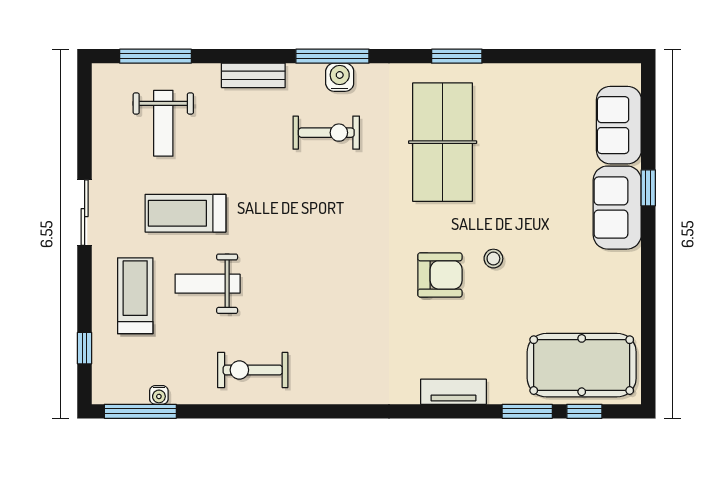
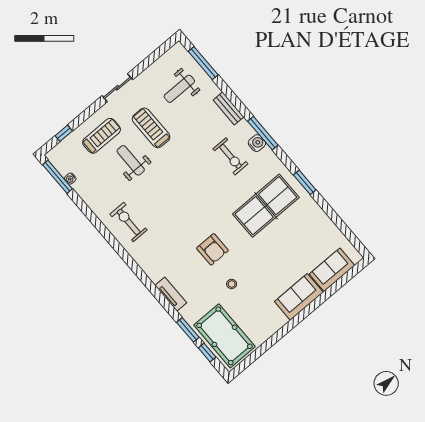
window: (648, 188) -> (317, 303), removed
stool: (493, 259) -> (232, 284), moved
exercise bike: (253, 370) -> (129, 222), moved

